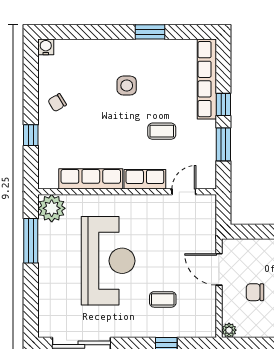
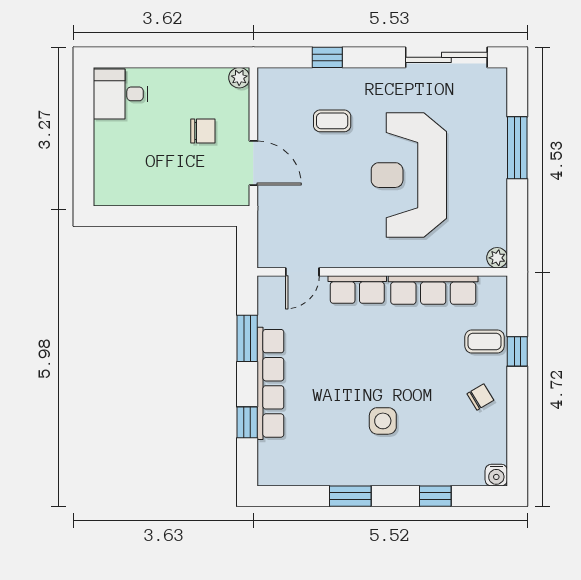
window: (89, 32) -> (435, 496), added
row of seats: (207, 79) -> (270, 383), moved
window: (223, 104) -> (247, 422), moved
coffee table: (162, 131) -> (485, 341), moved
plant: (52, 208) -> (497, 258), width x0.53, depth x0.53
window: (31, 241) -> (517, 148), moved

